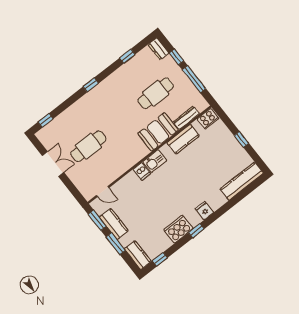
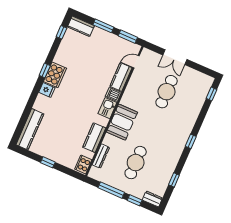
booth: (158, 132) -> (122, 122), moved
double door: (53, 164) -> (175, 57), moved
kitchen counter: (114, 224) -> (121, 77), moved, turned 90
cooker: (178, 229) -> (55, 75), moved

